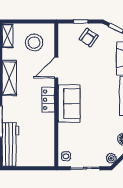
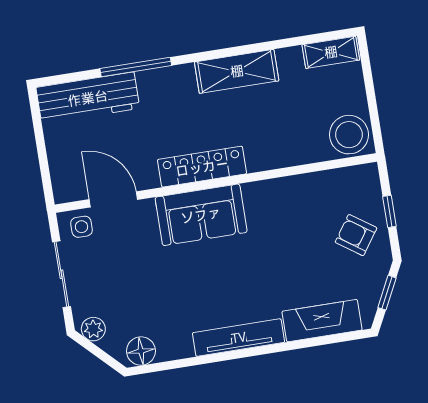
stool: (34, 43) -> (349, 135), moved
door: (56, 68) -> (113, 199), moved
locker: (48, 100) -> (202, 167), width x1.53

